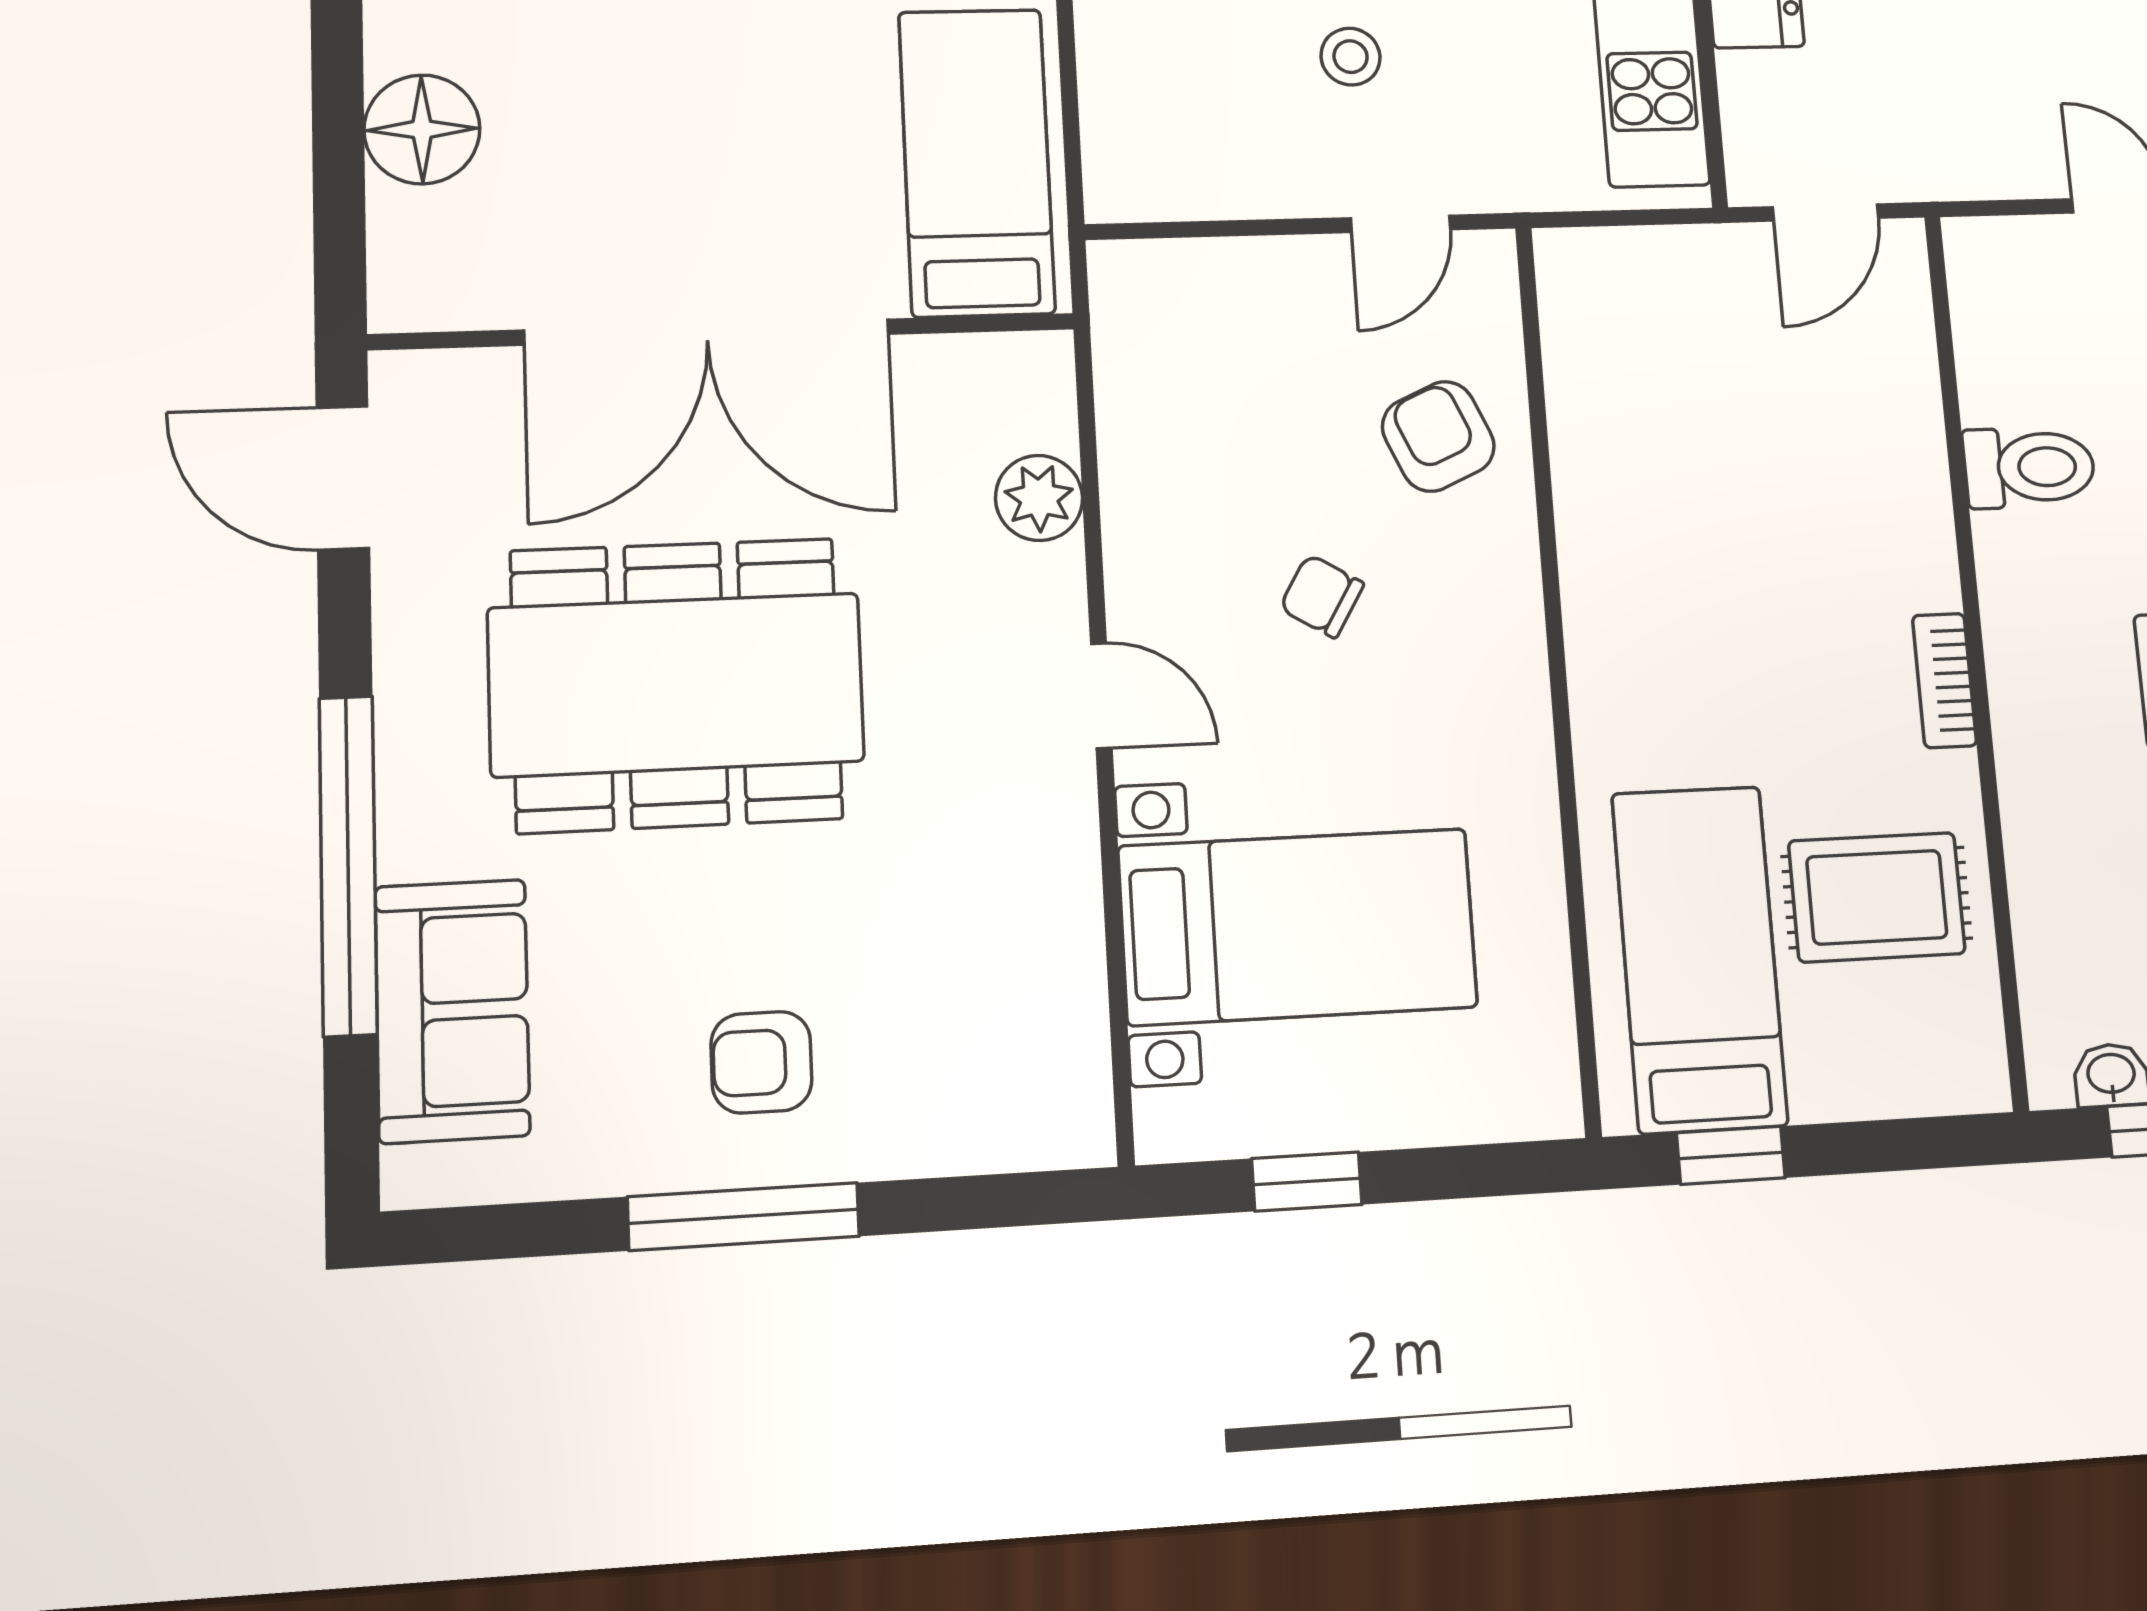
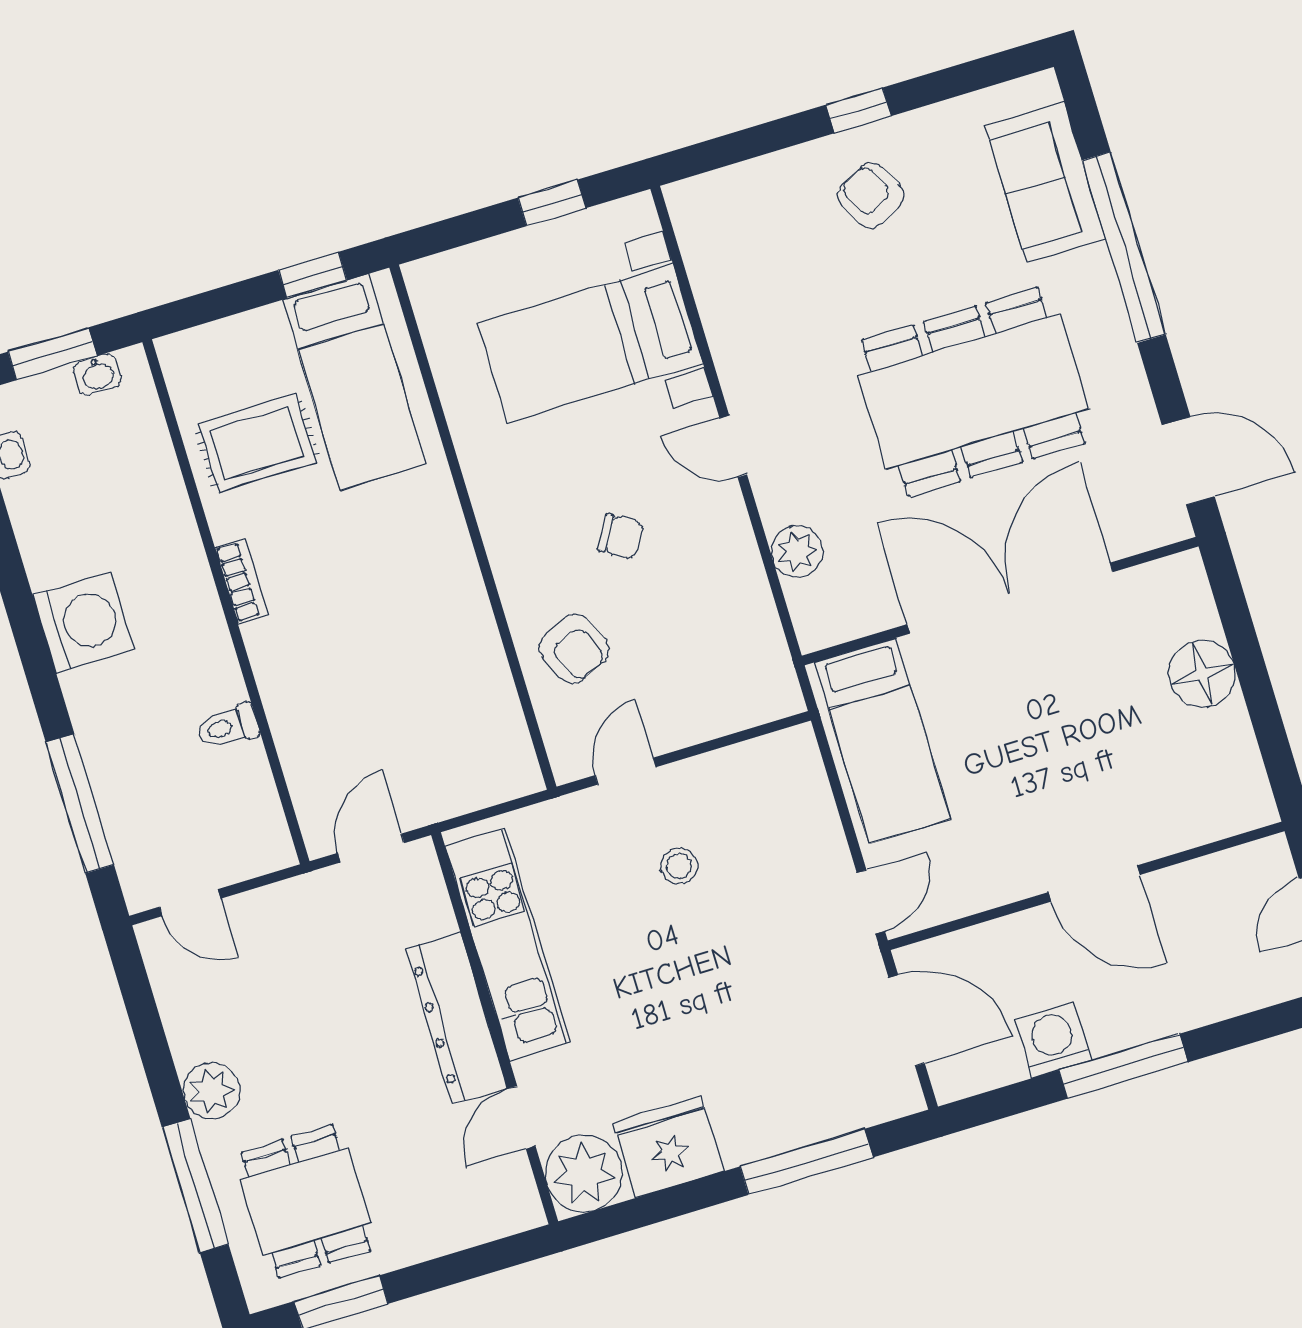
toilet: (2029, 467) -> (228, 727), width x0.73, depth x0.72
armchair: (761, 1062) -> (871, 195), turned -117
window: (744, 1216) -> (858, 110), width x0.46

